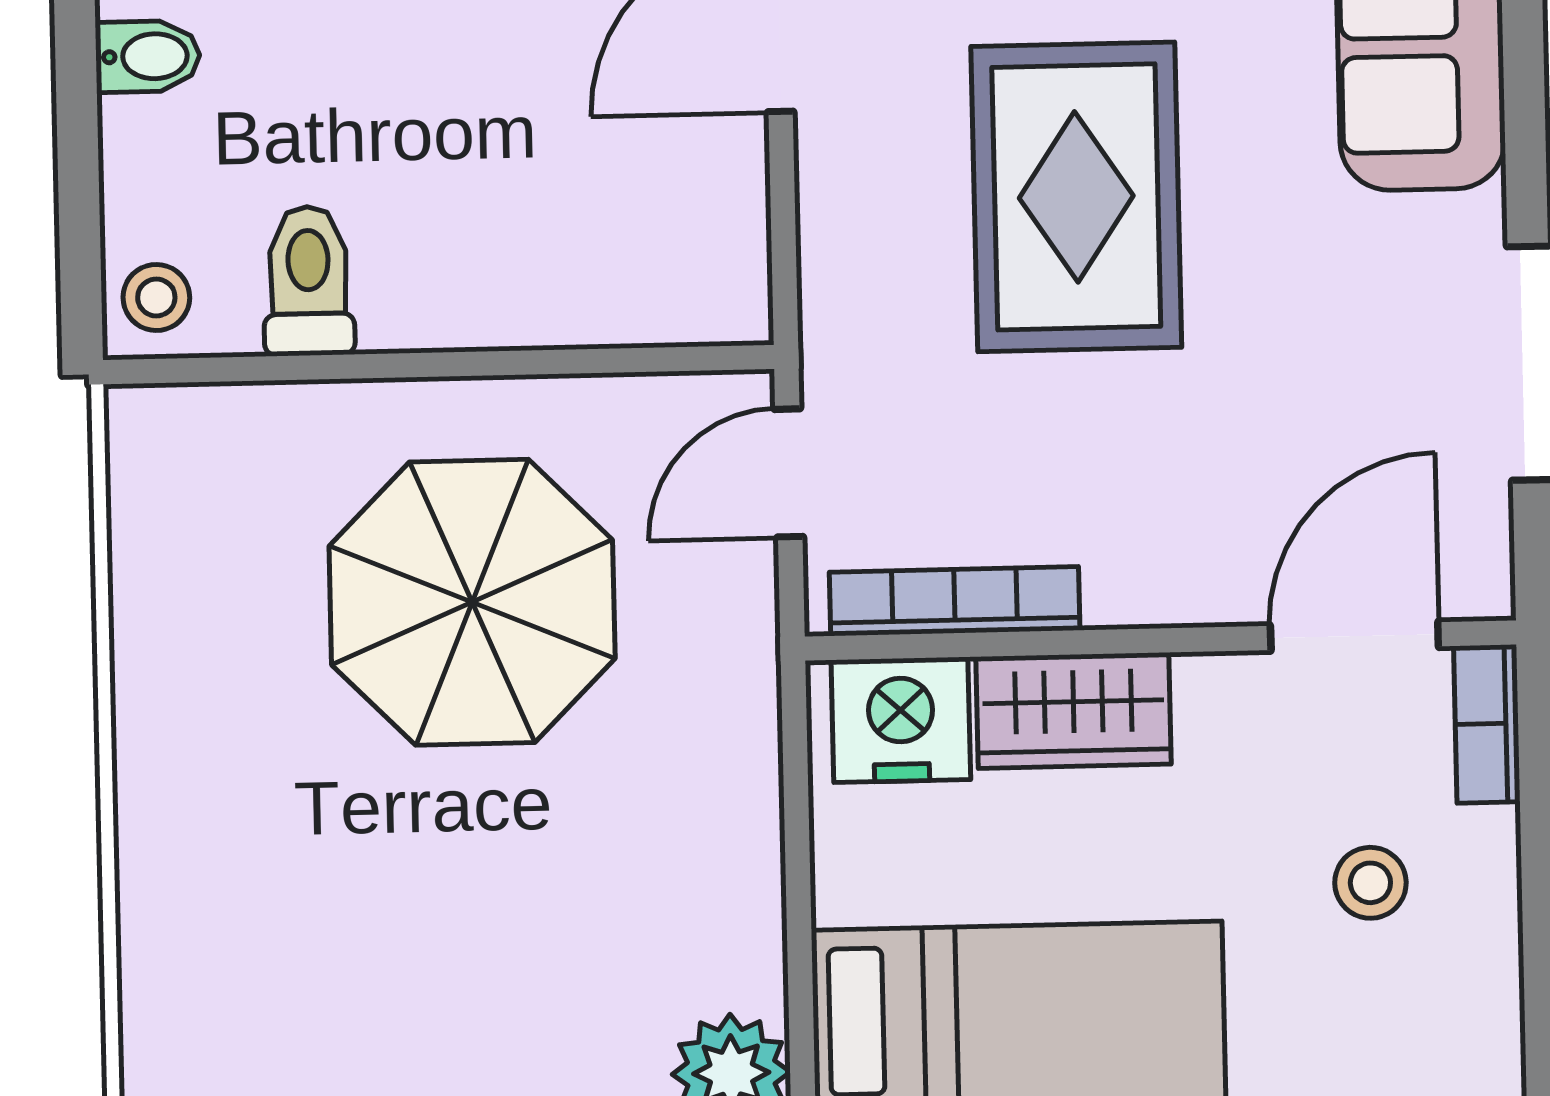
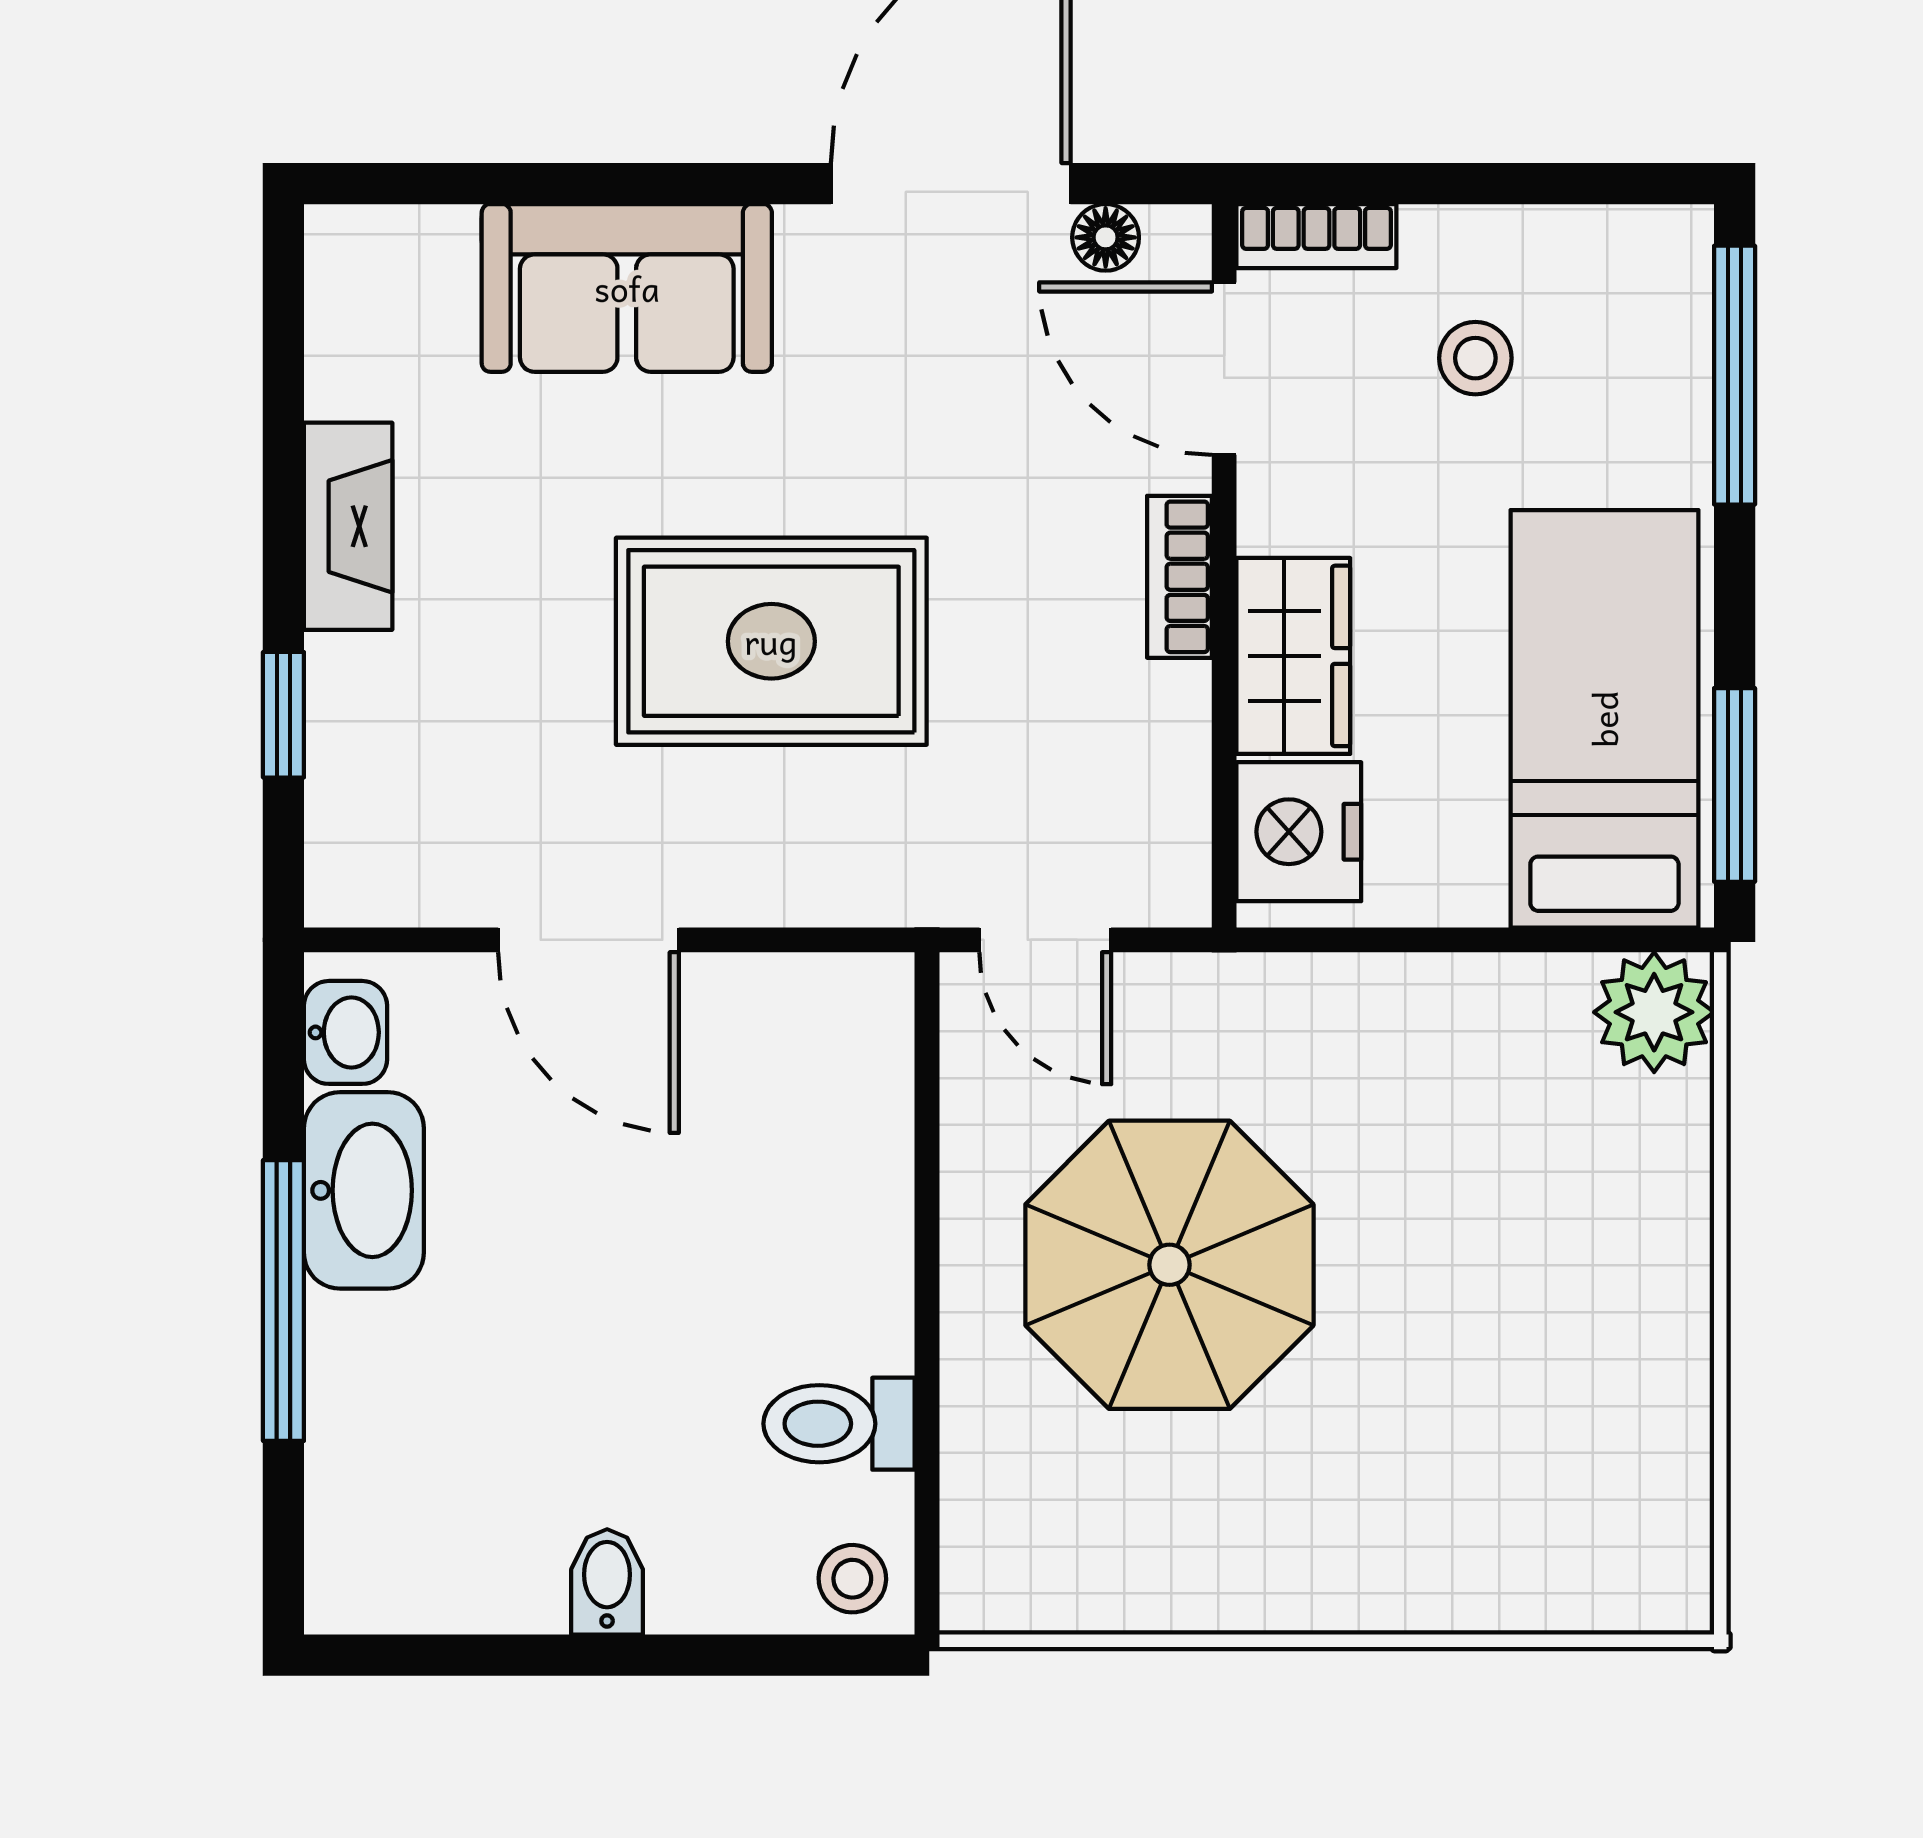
floor lamp: (1481, 517) -> (1106, 237), added
bookcase: (955, 601) -> (1179, 577), moved, width x0.64

